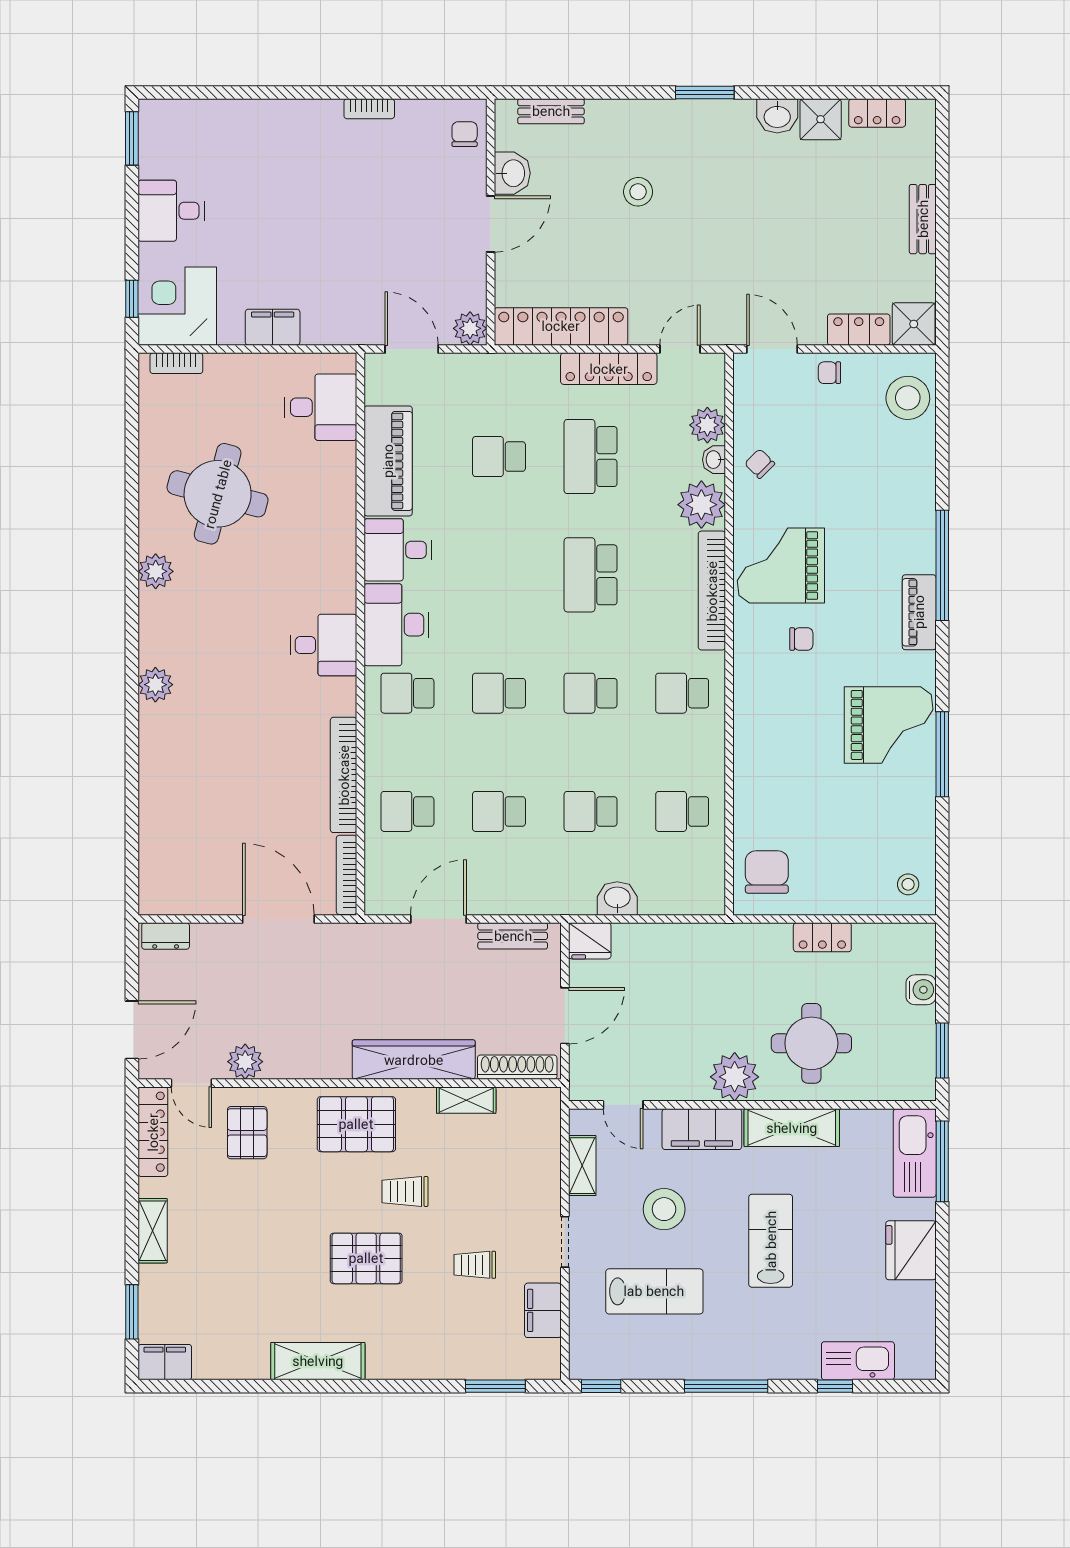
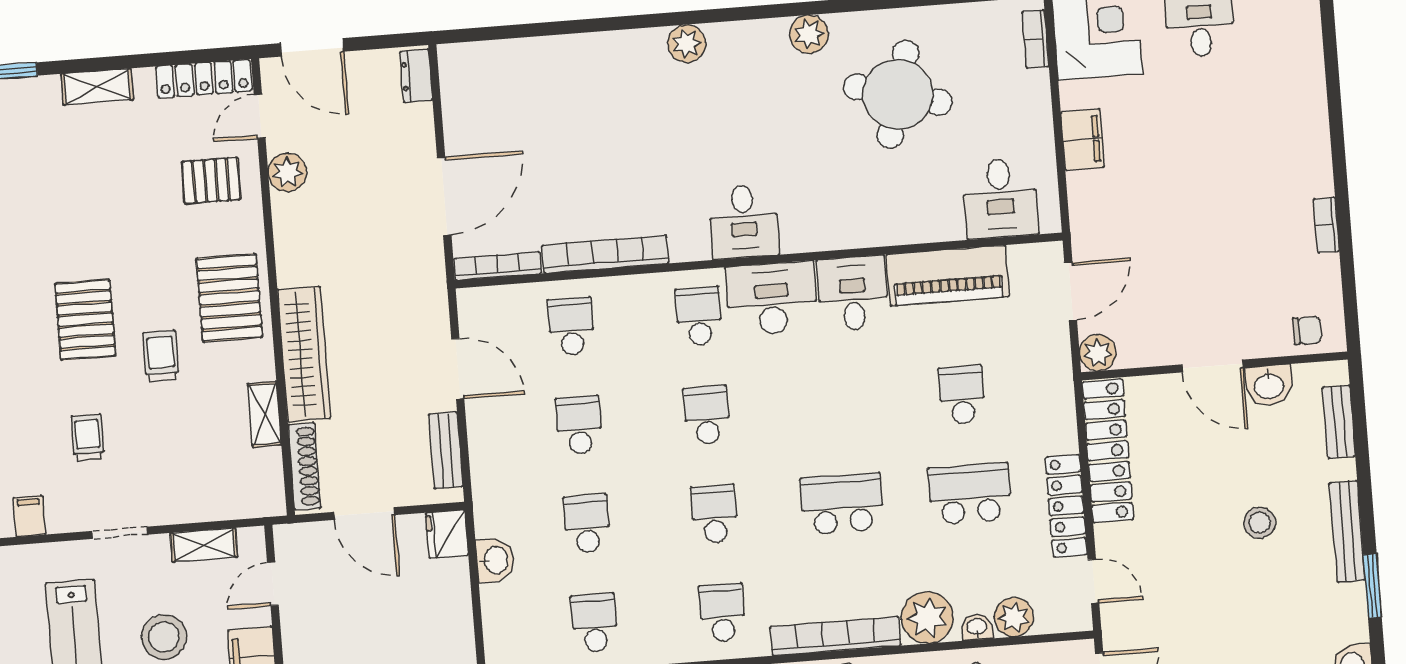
bench: (653, 112) -> (1347, 531), added
filing cabinet: (543, 1310) -> (29, 516), width x0.50

